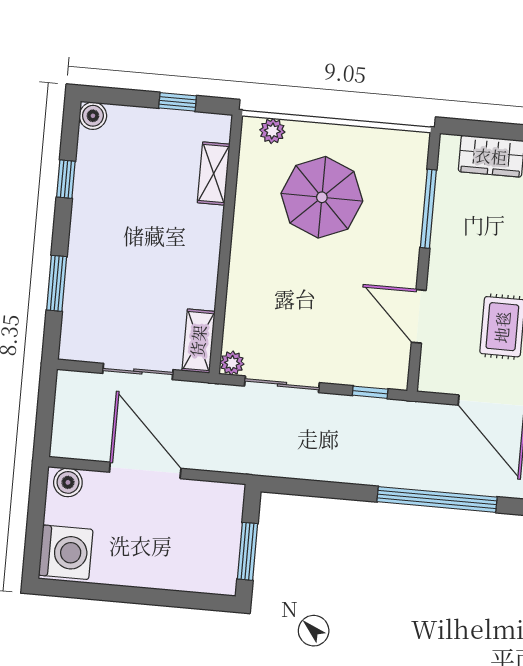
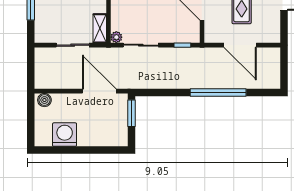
door: (145, 470) -> (99, 91), moved
window: (247, 551) -> (131, 113), moved
washing machine: (66, 552) -> (65, 135), moved, turned -90

